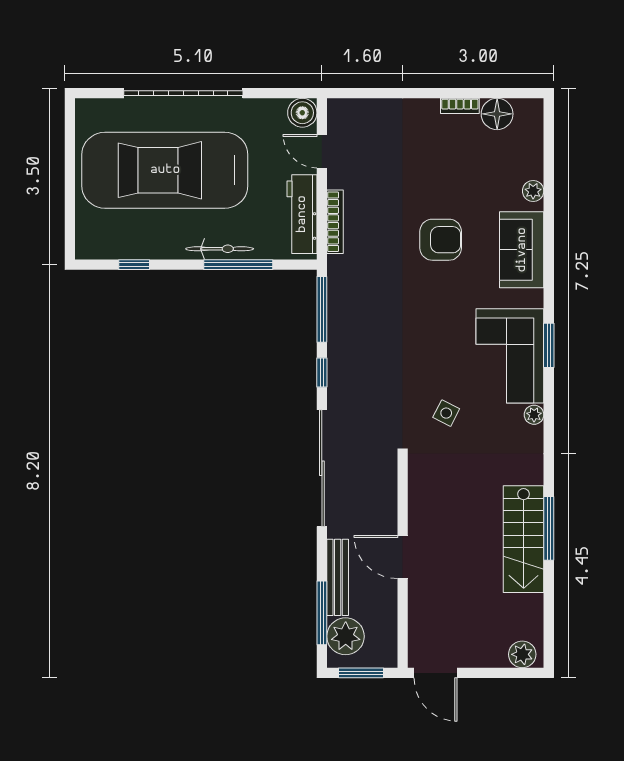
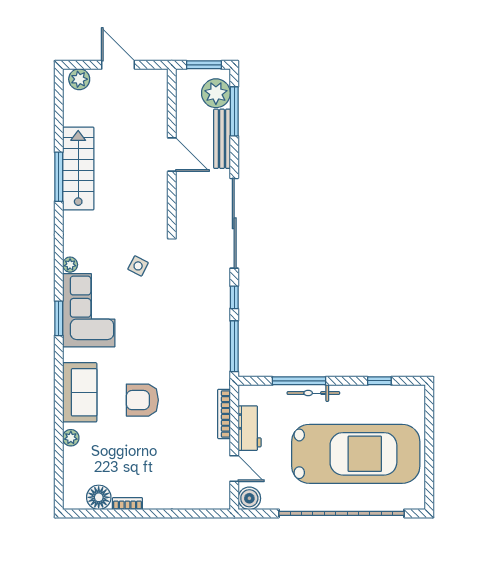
garage door: (183, 93) -> (341, 513), width x1.36
workbench: (302, 214) -> (250, 428), width x0.73
door: (435, 673) -> (118, 65), moved

